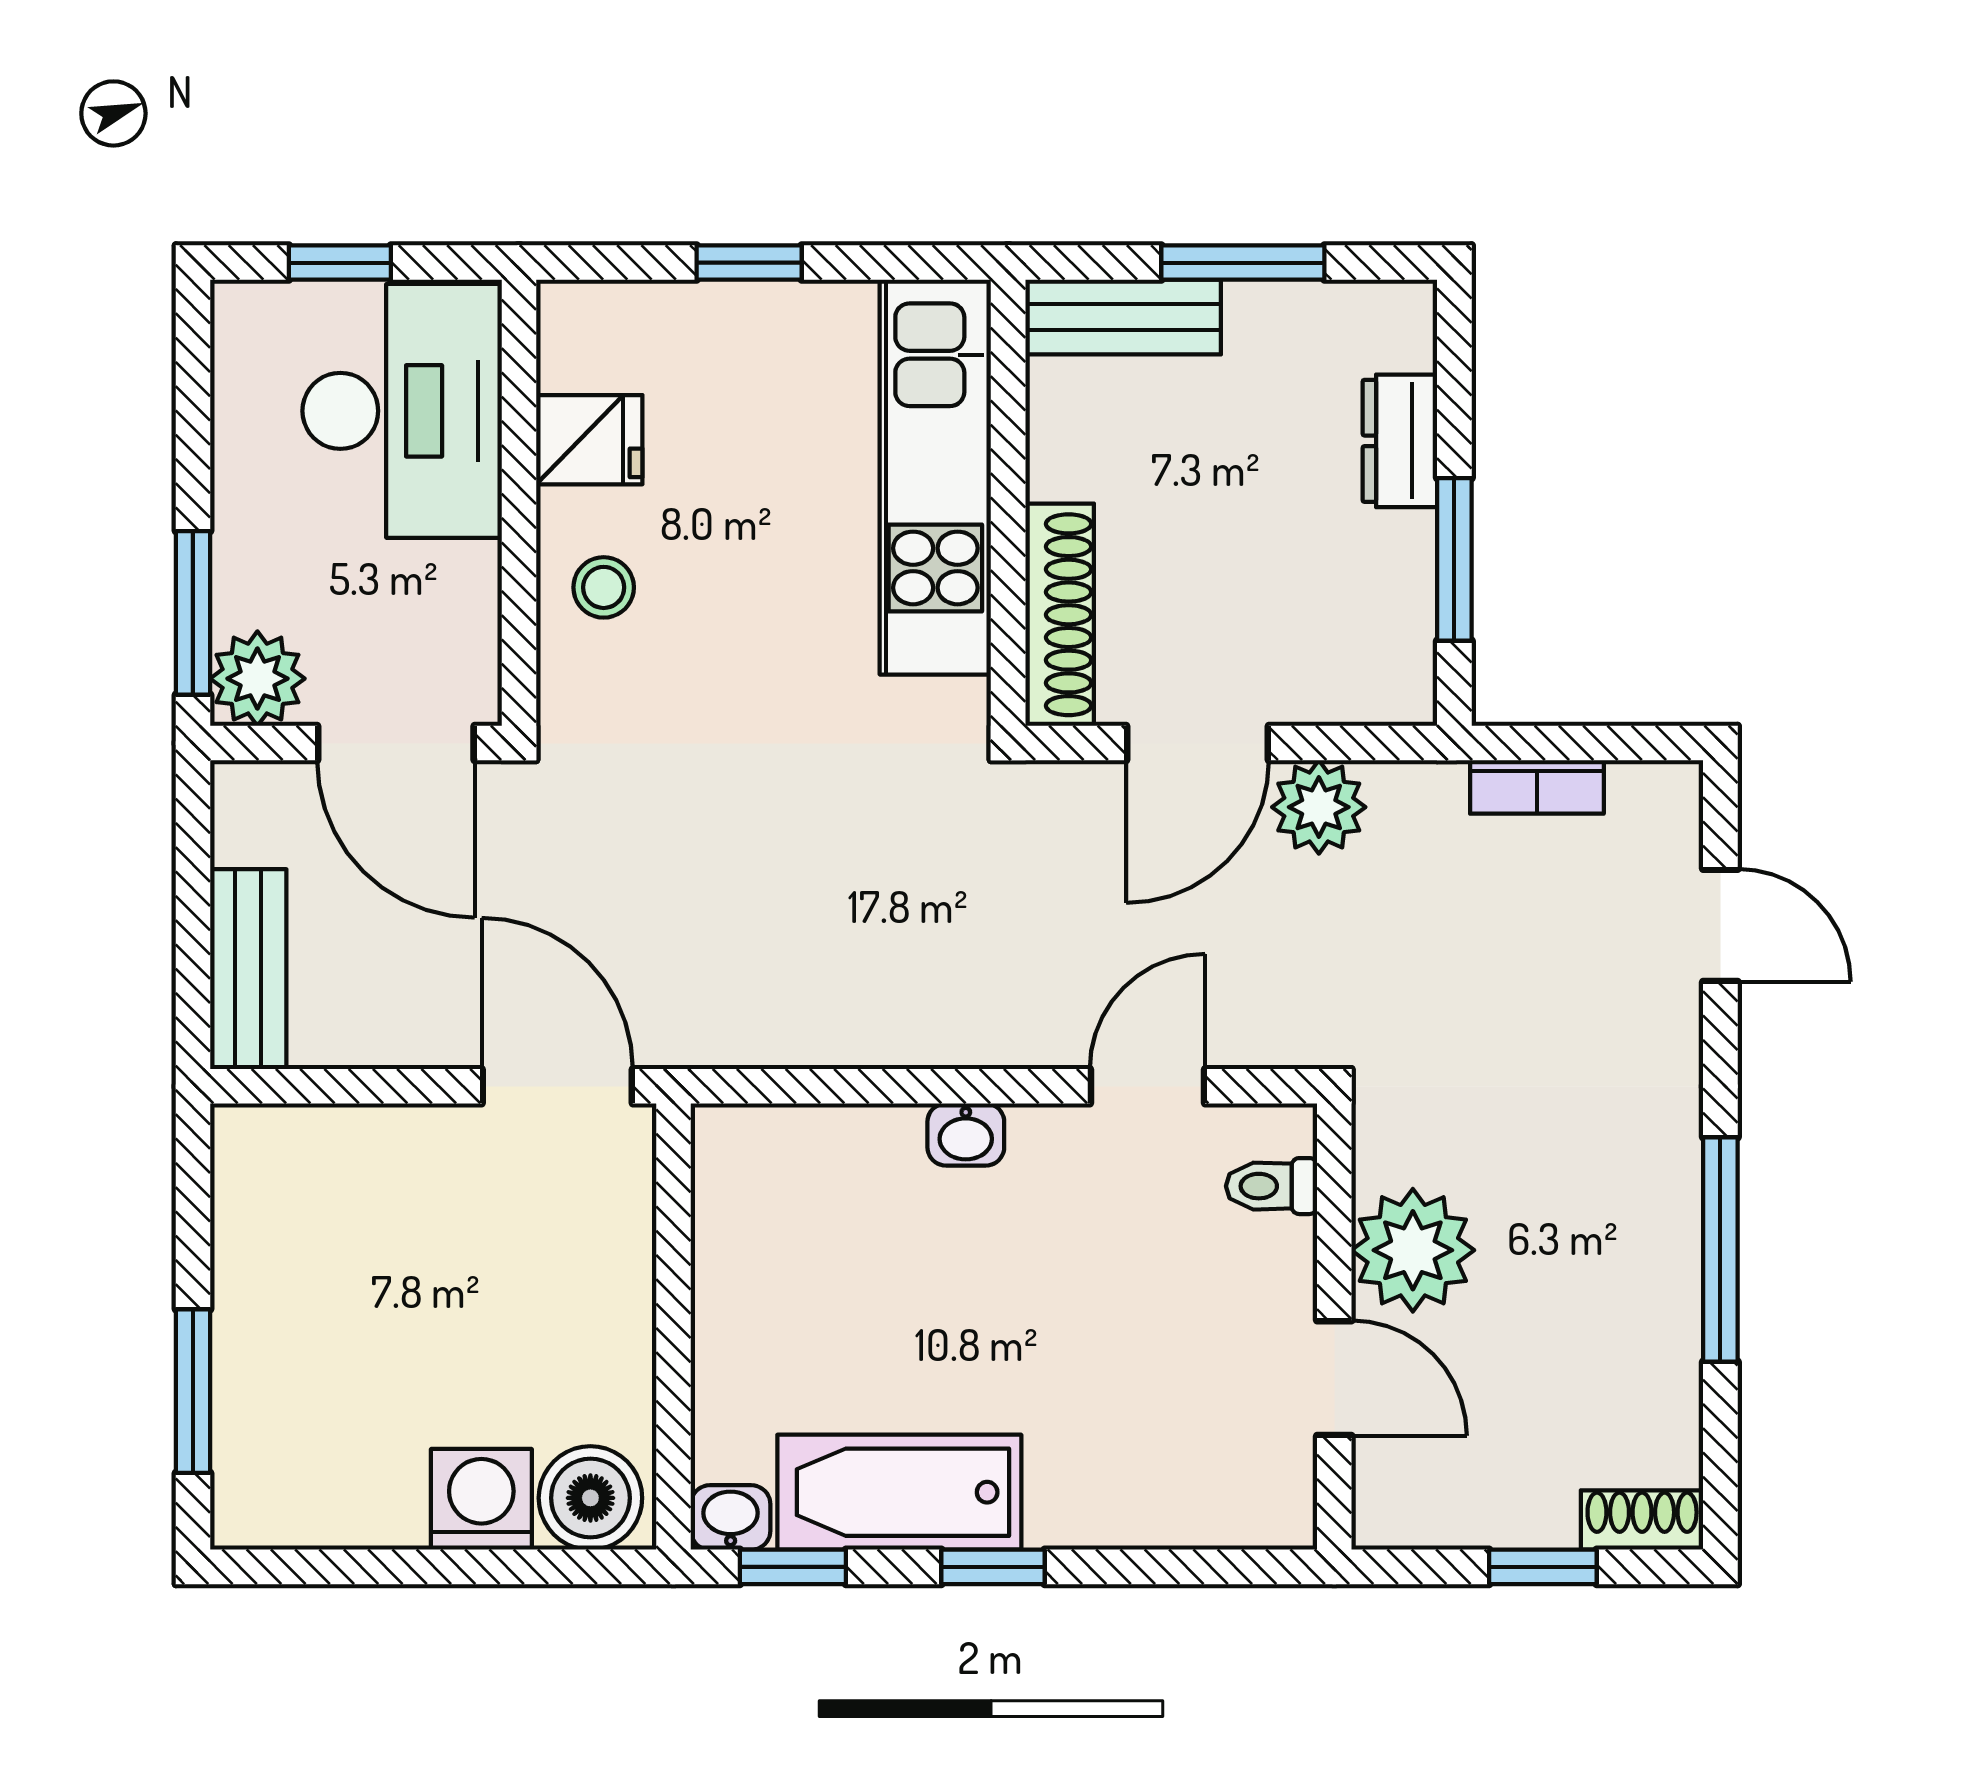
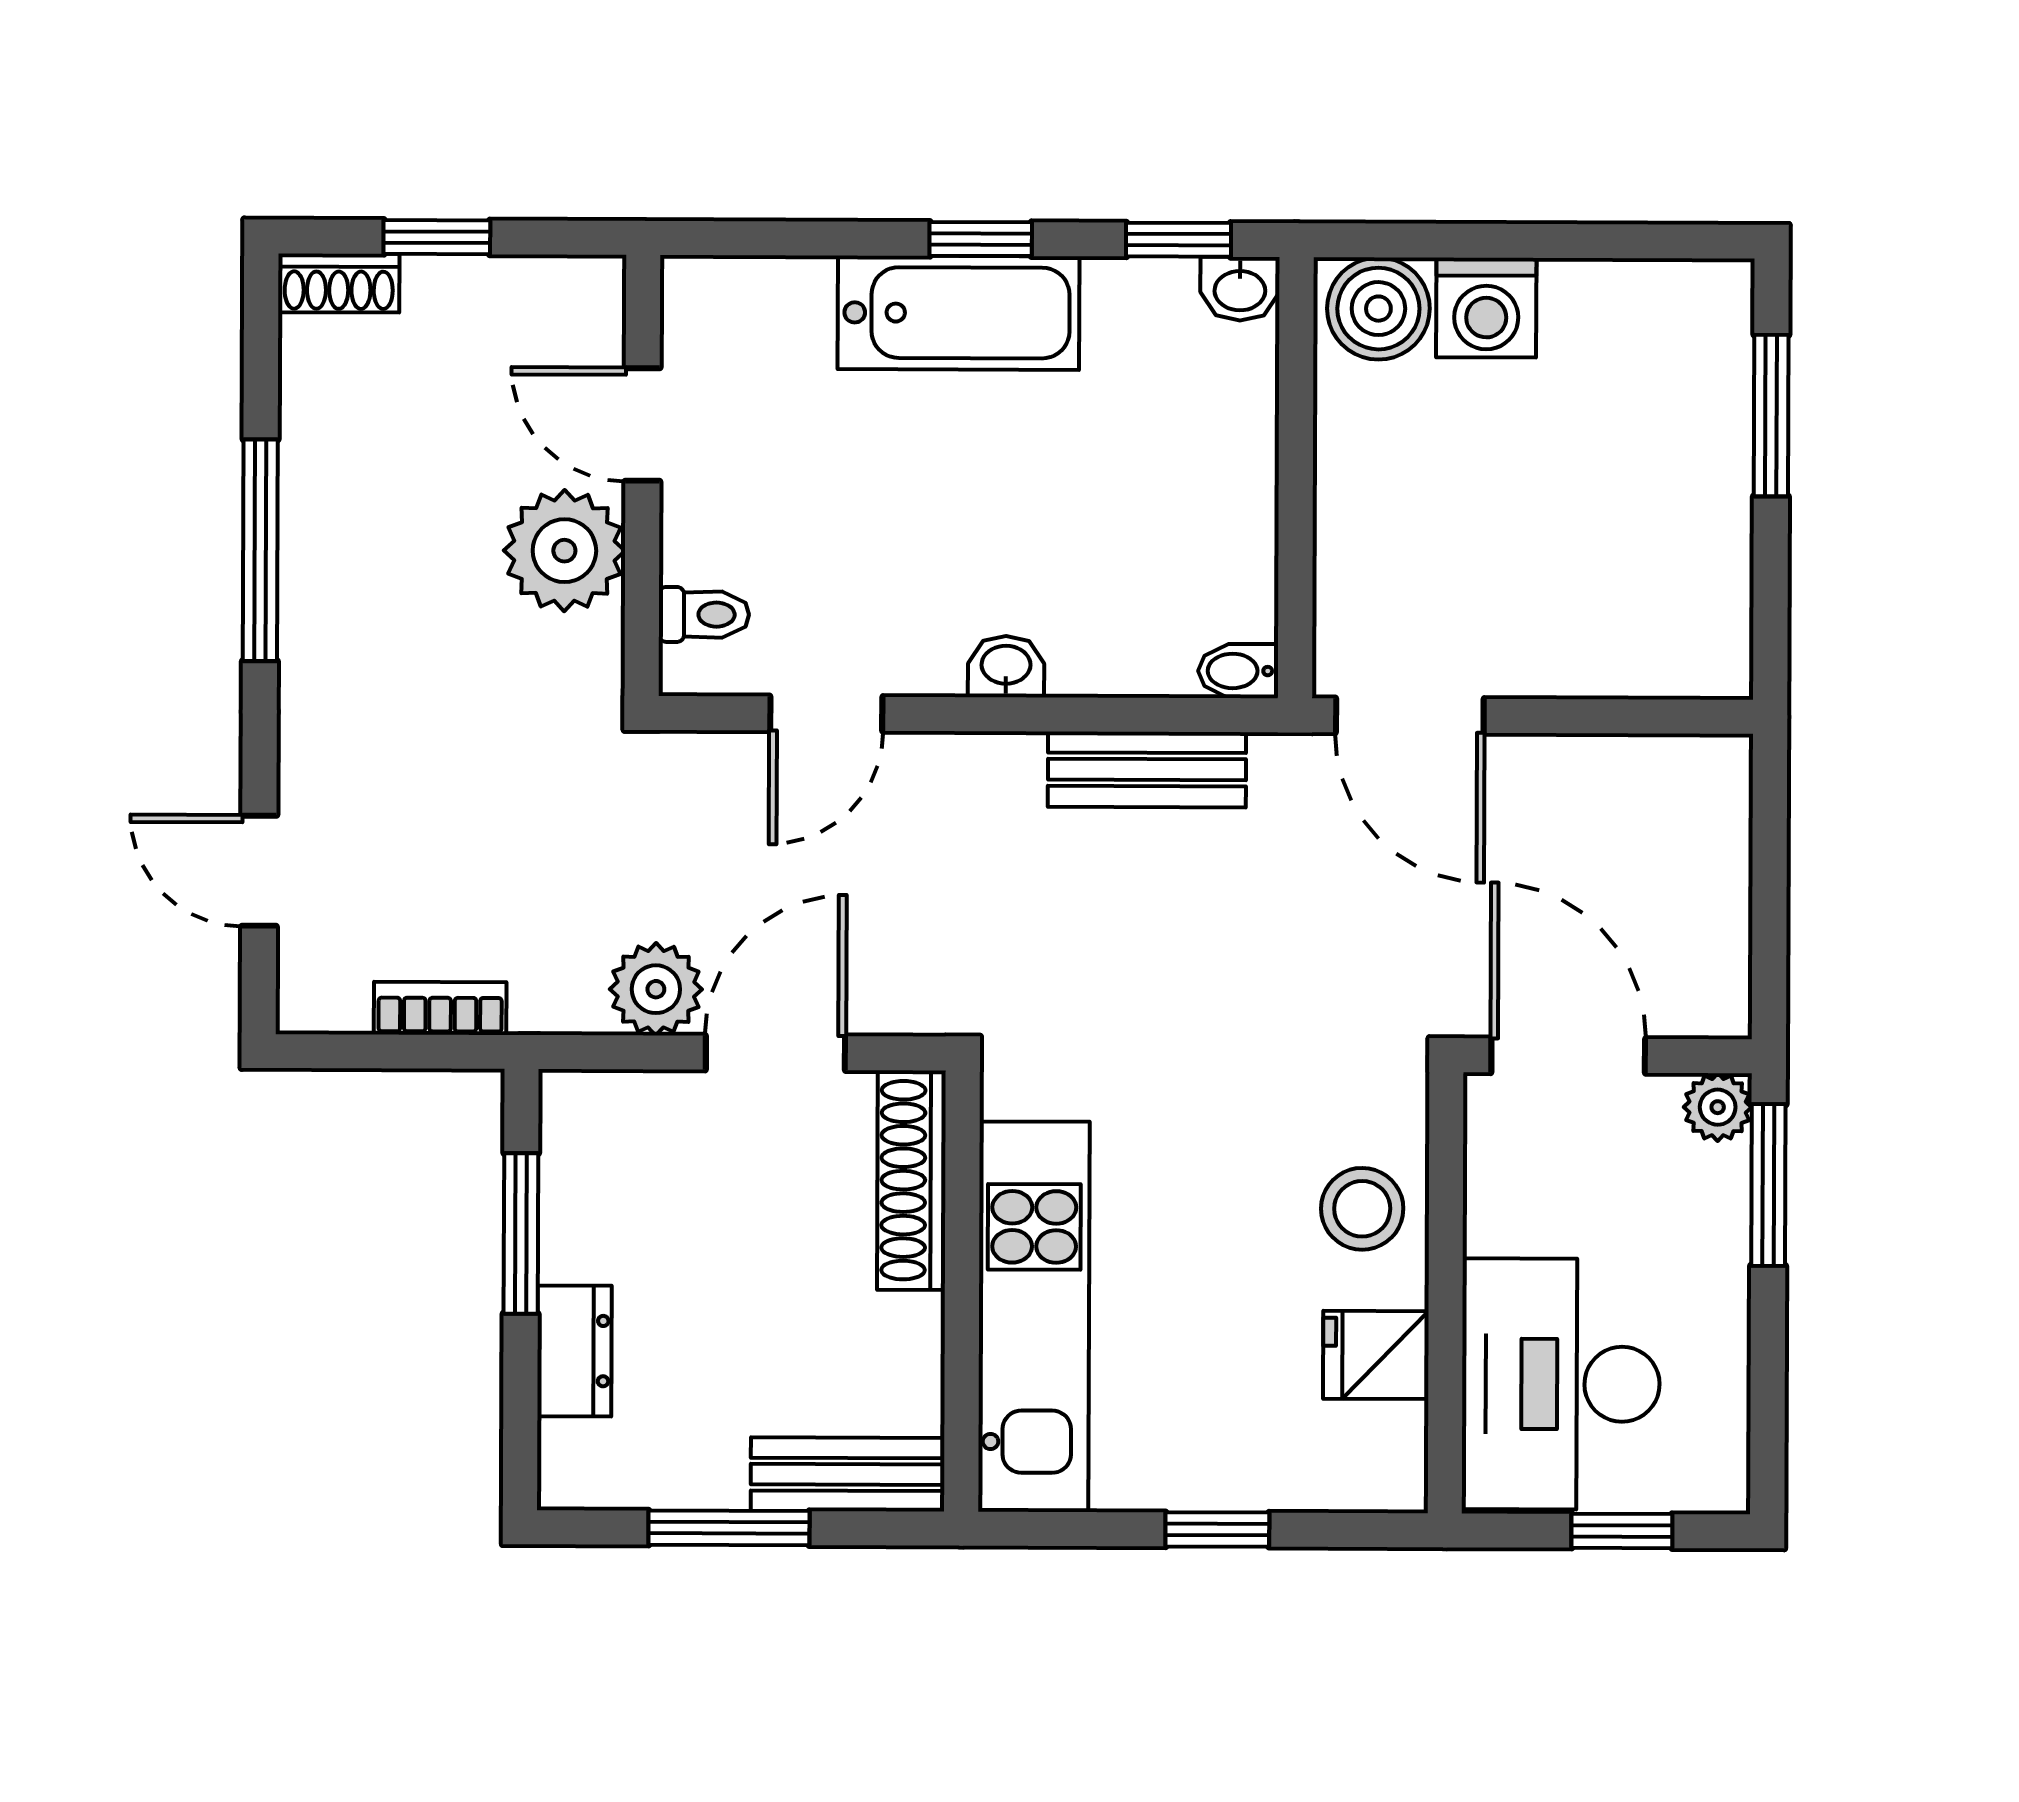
stool: (604, 587) -> (1362, 1209), width x1.37, depth x1.37
plant: (257, 679) -> (1718, 1107), width x0.73, depth x0.73
bench: (248, 969) -> (1147, 769), moved, turned 90
bidet: (731, 1131) -> (1238, 671), added
bathtub: (899, 1492) -> (958, 313), moved

